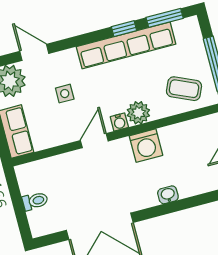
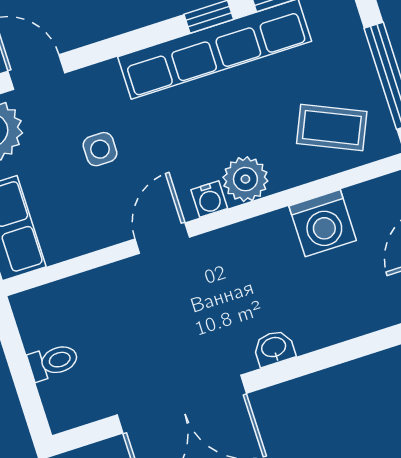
washing machine: (146, 146) -> (323, 223), moved
washbasin: (168, 195) -> (274, 348), moved

